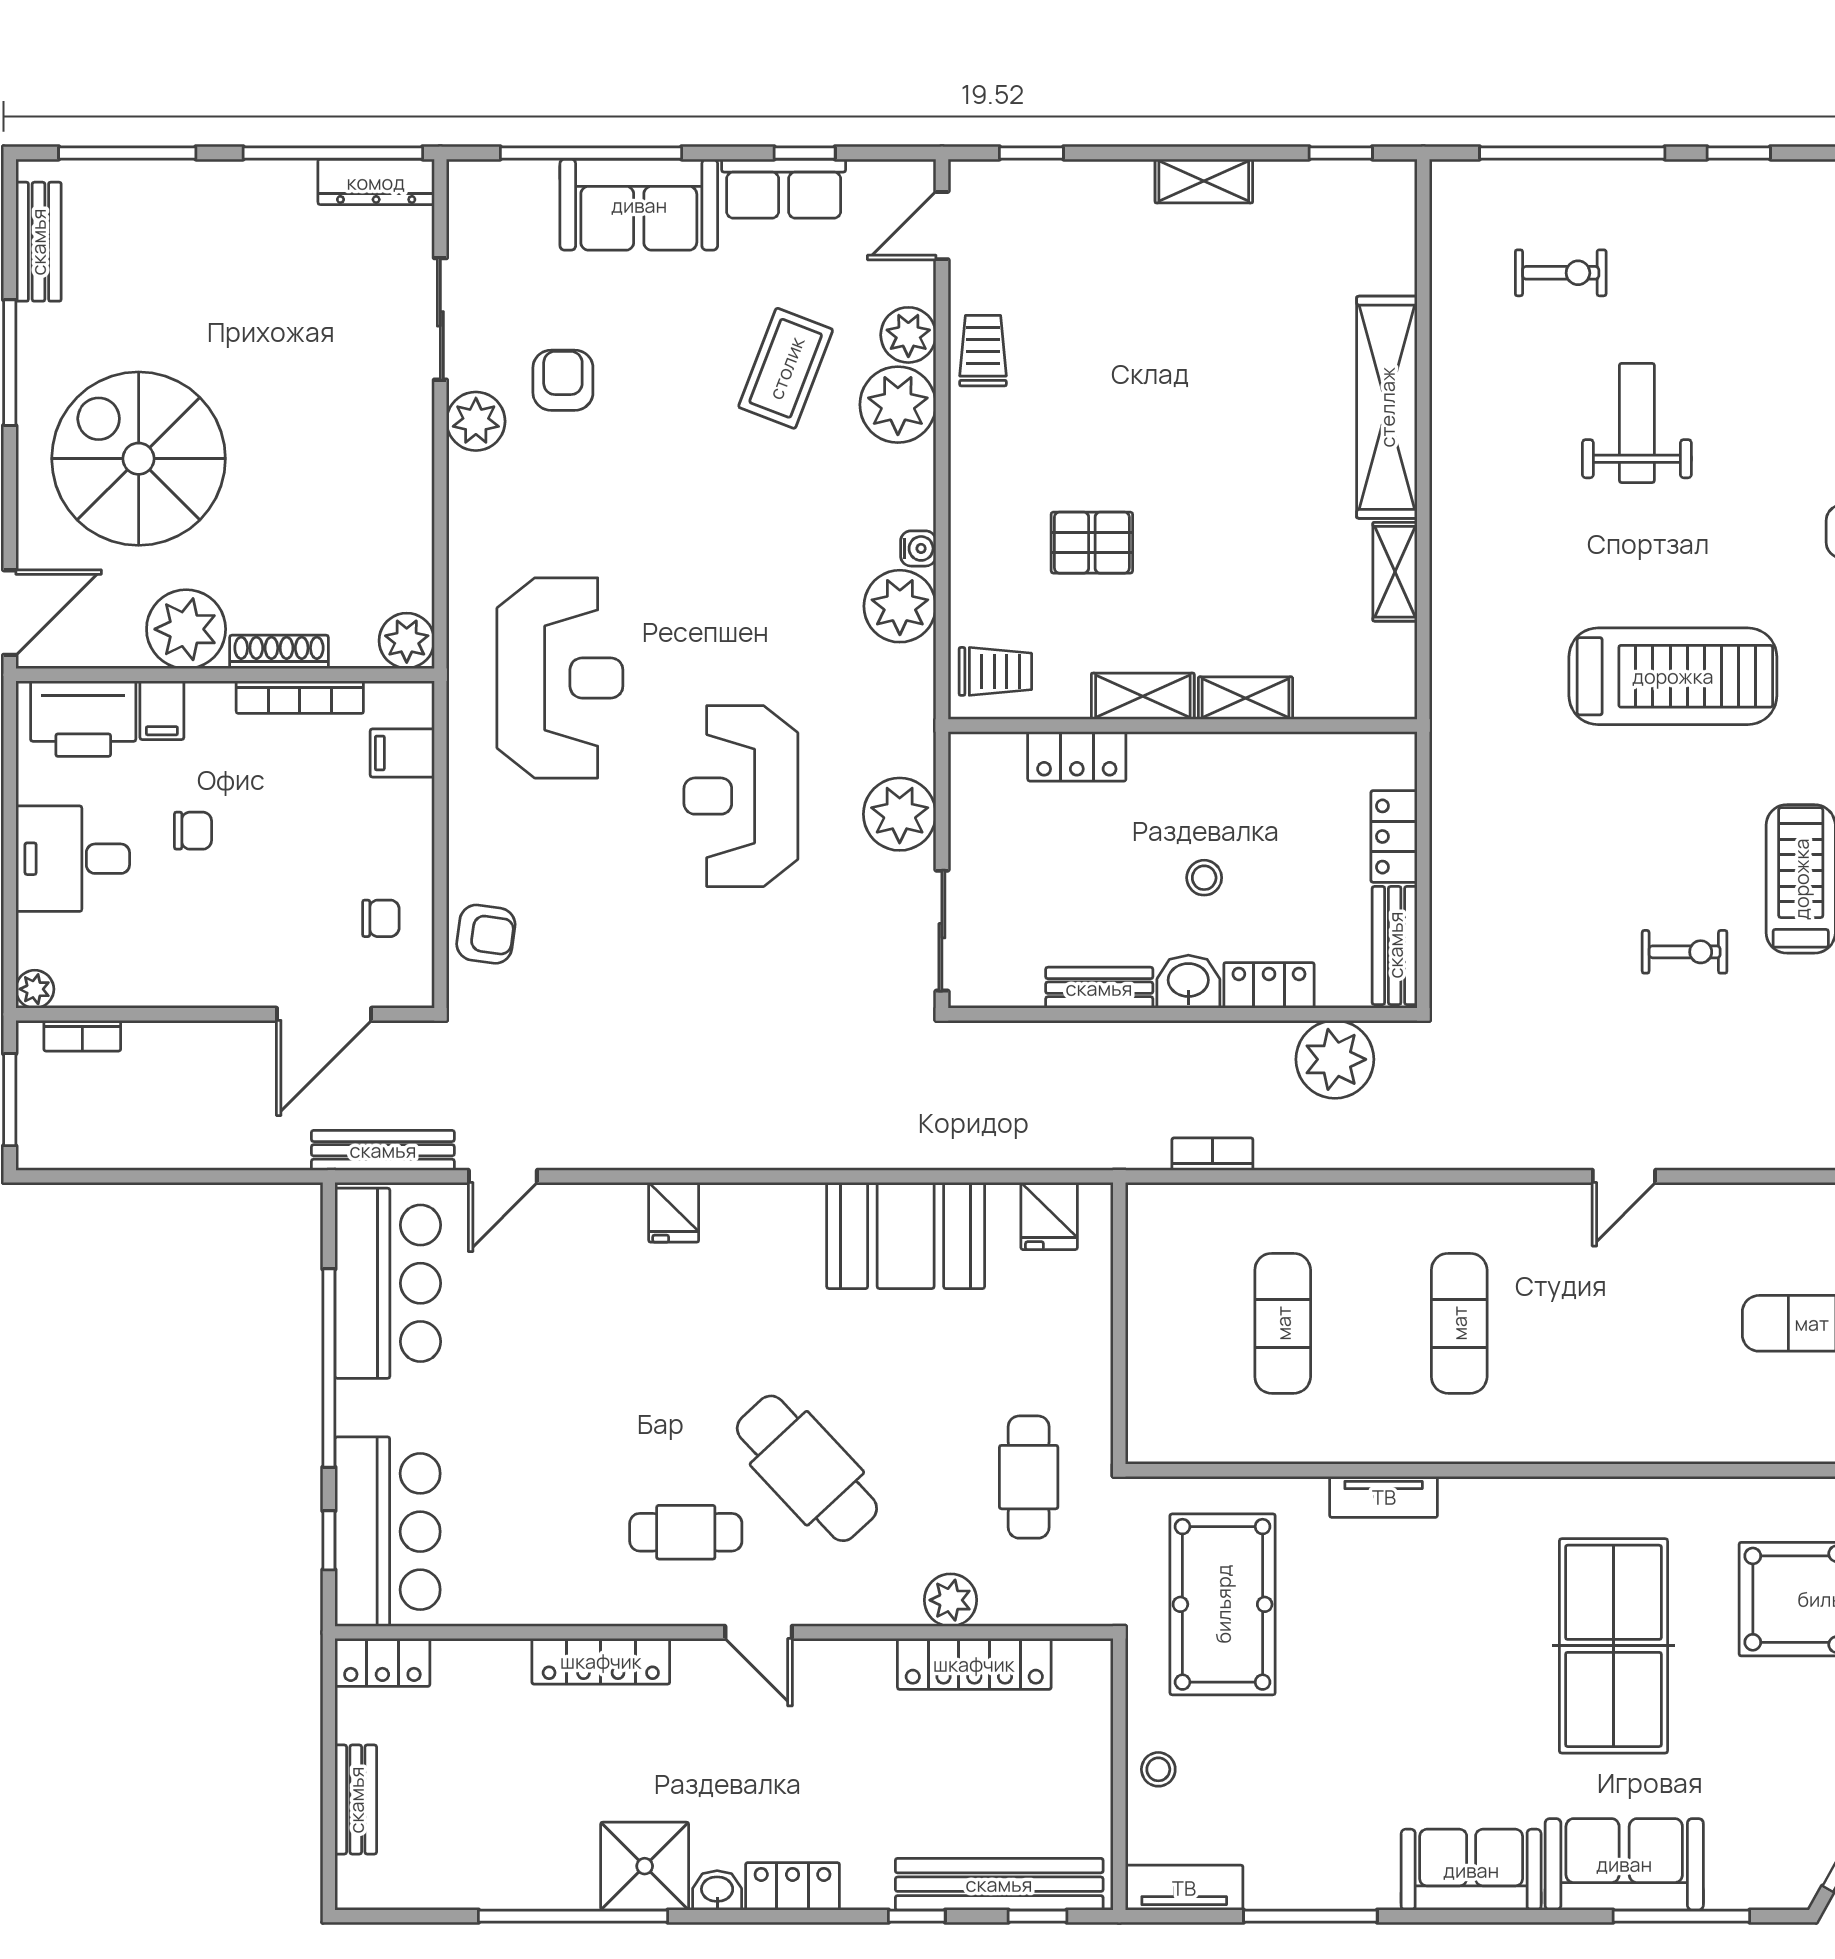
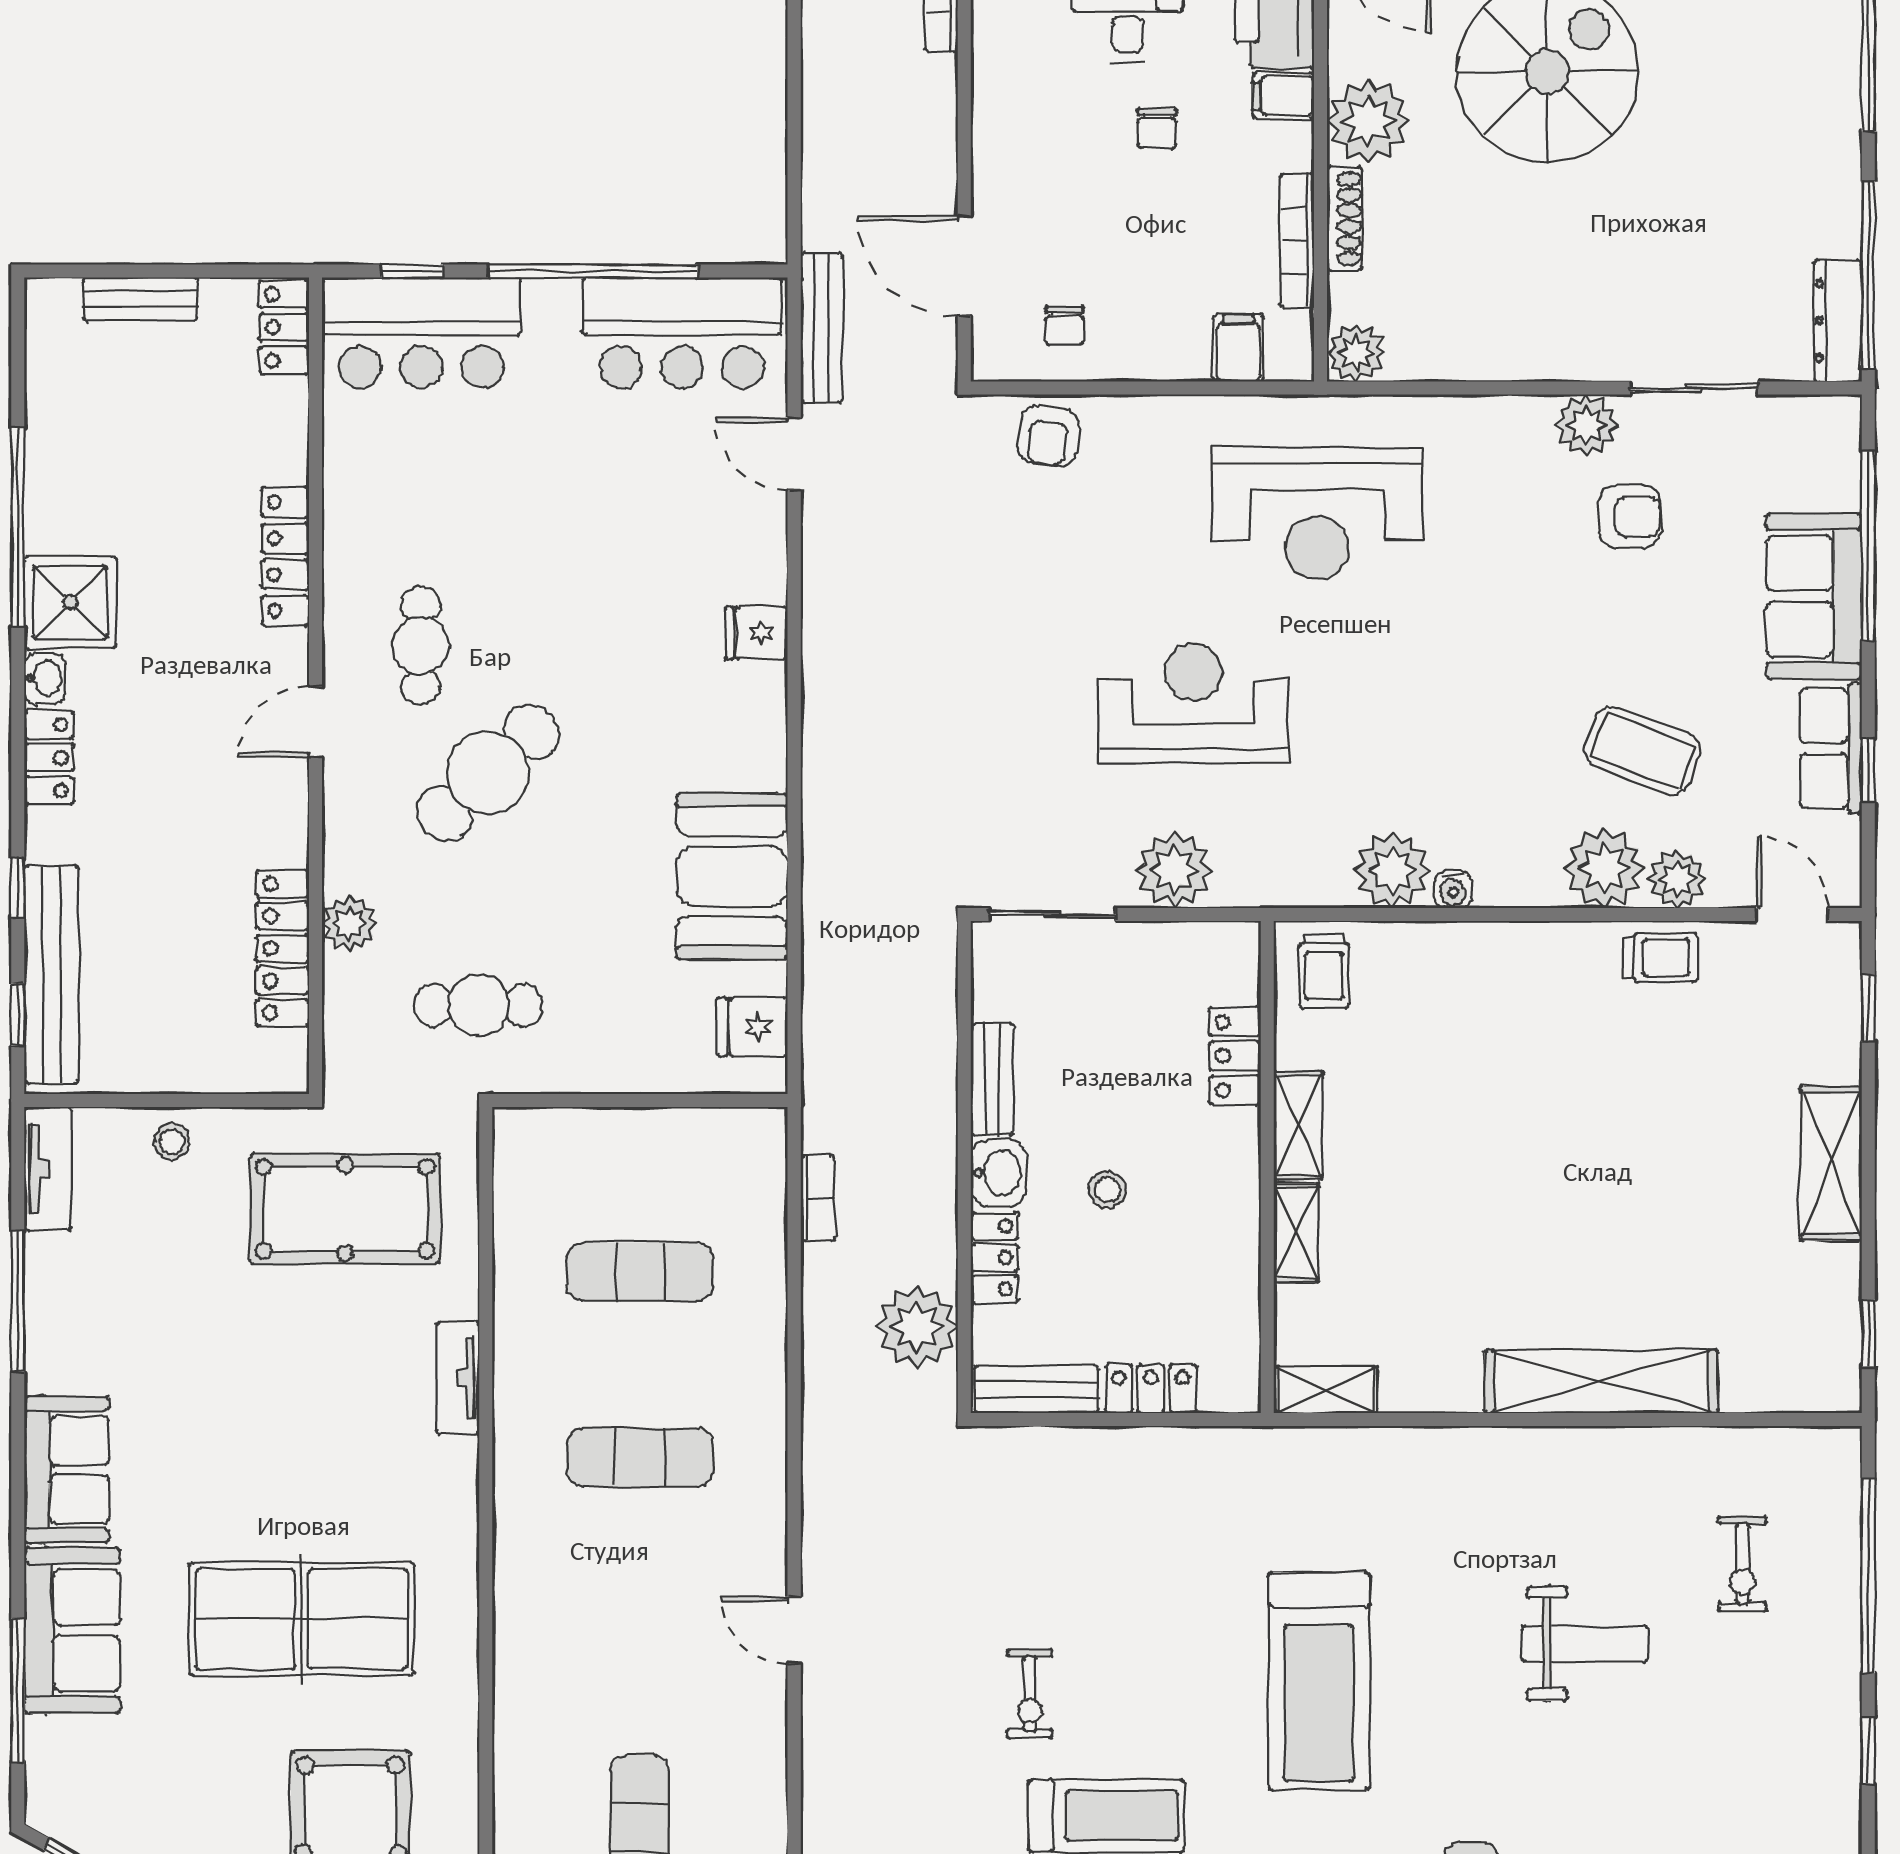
shelving: (1204, 181) -> (1831, 1164), width x1.50, depth x1.33
pallet: (1092, 543) -> (1459, 1072), removed
shelving: (1395, 572) -> (1325, 1390), moved

